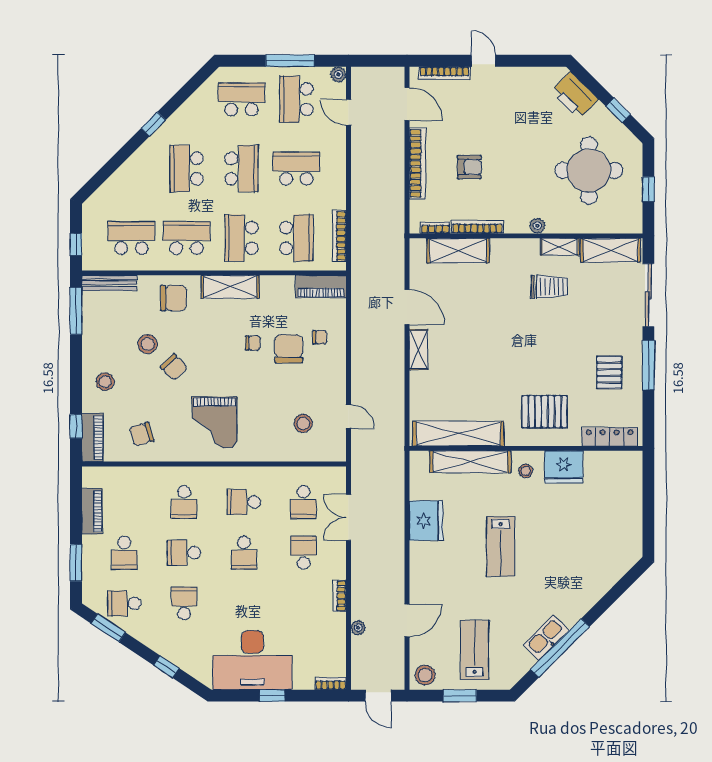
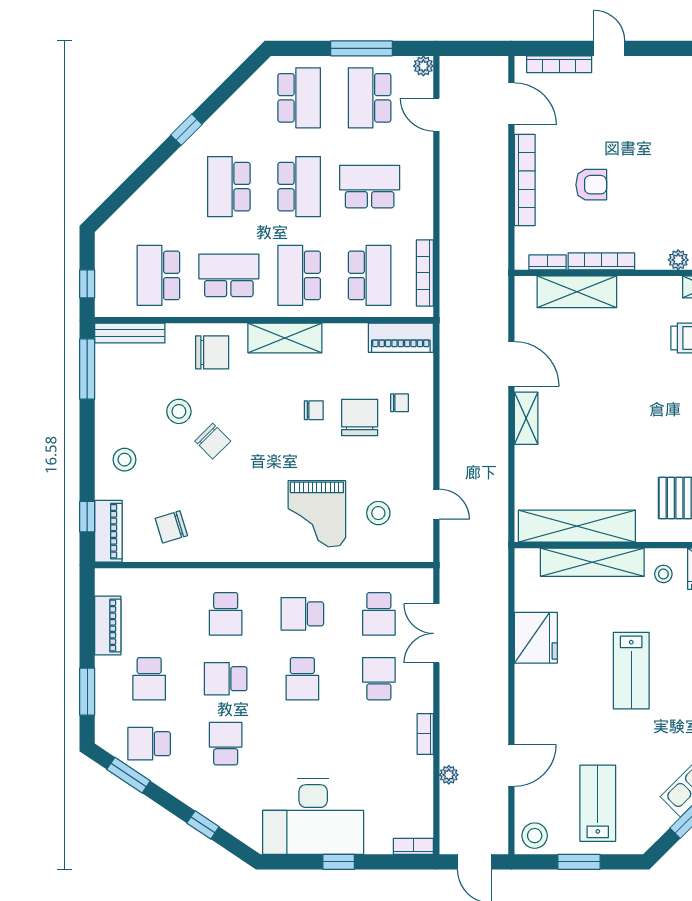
school desk: (241, 99) -> (299, 98), turned 90
school desk: (132, 238) -> (158, 275), turned -90
grand piano: (214, 423) -> (317, 514), moved

